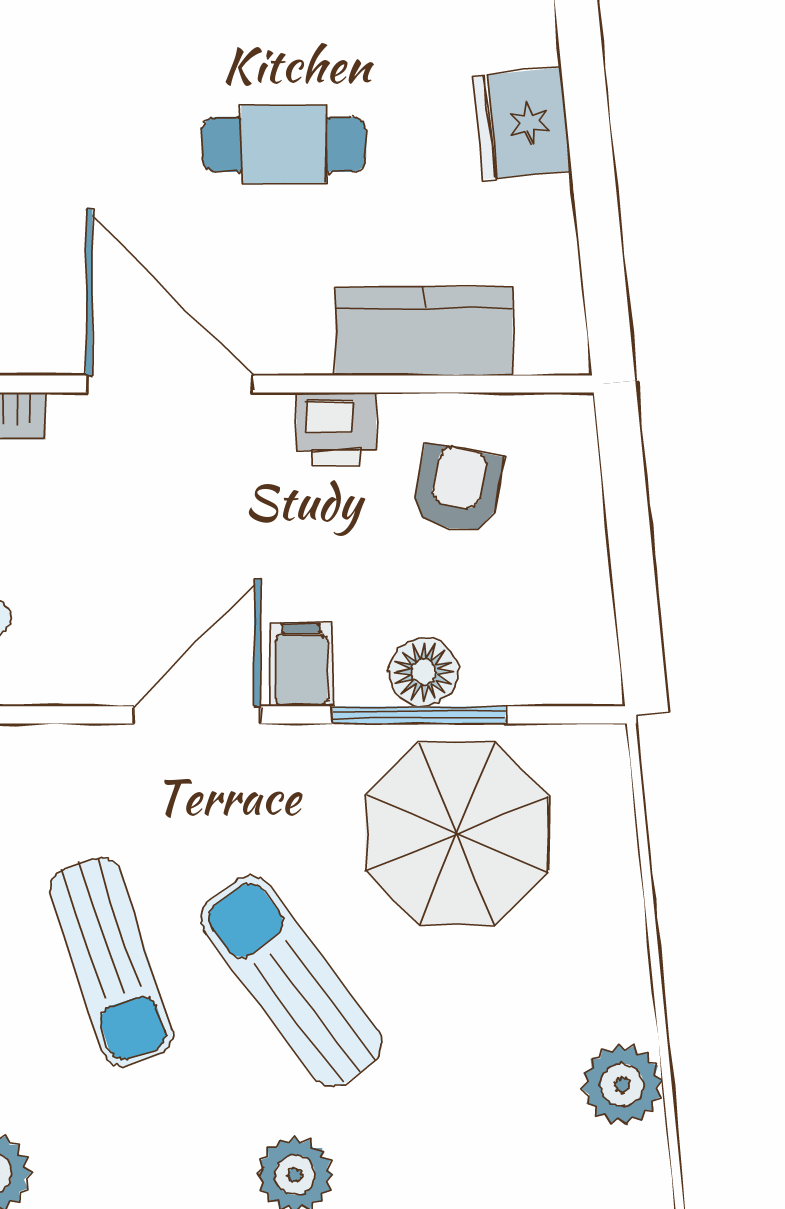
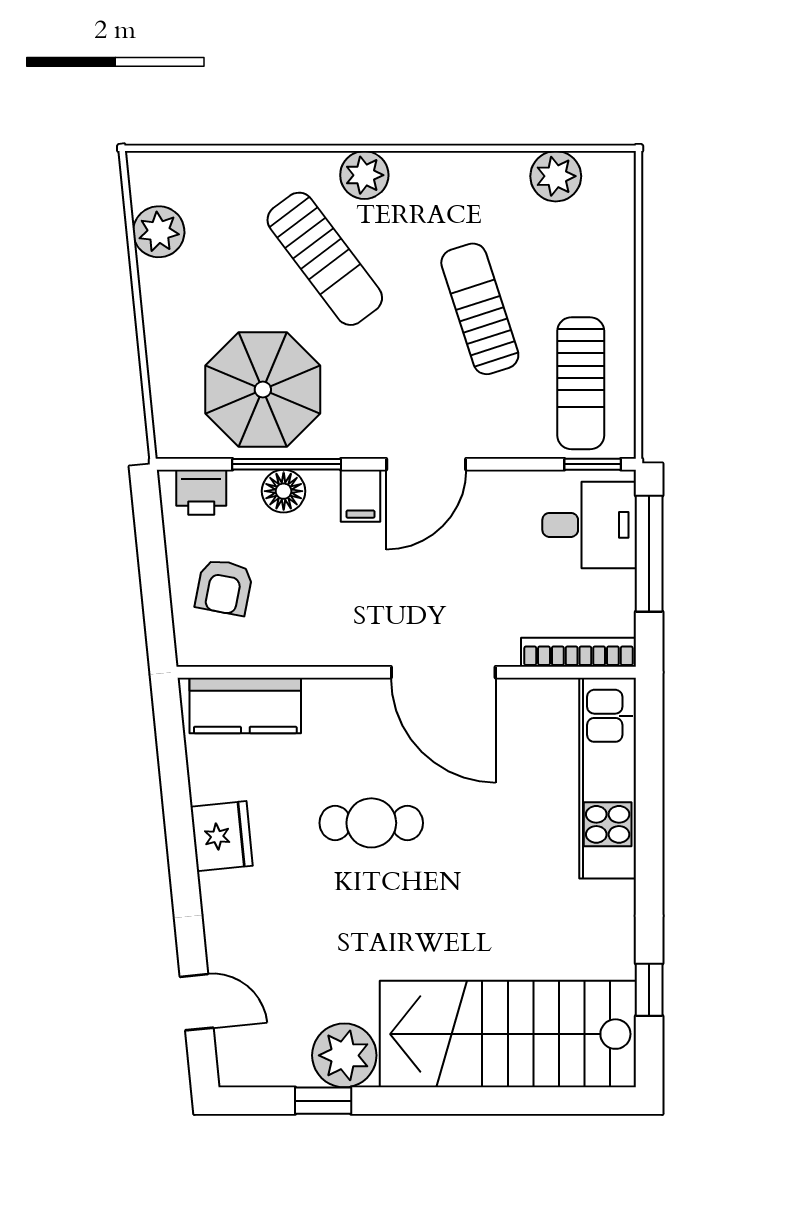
kitchen counter: (424, 331) -> (245, 705), moved
printer: (336, 428) -> (201, 492), moved, turned 180
armchair: (457, 489) -> (224, 587), moved
sun lounger: (291, 981) -> (325, 259), moved

